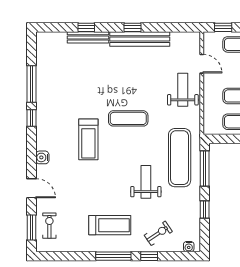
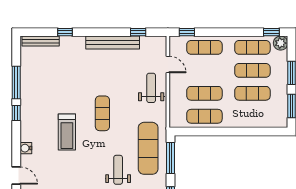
window: (132, 27) -> (138, 32), moved
bench: (88, 37) -> (41, 41), moved
exercise mat: (128, 118) -> (102, 113), turned 90

